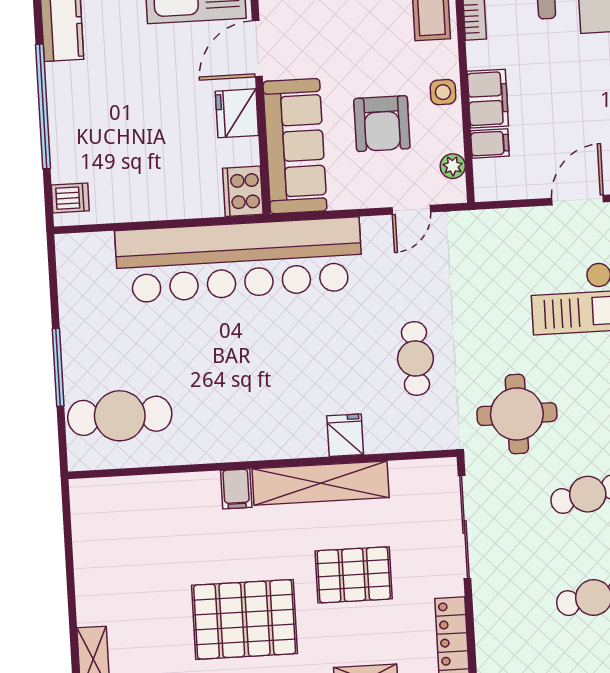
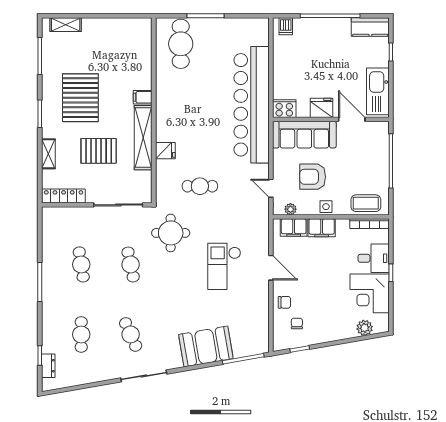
filing cabinet: (490, 143) -> (294, 228), width x2.00
pallet: (354, 575) -> (99, 151), turned 90

